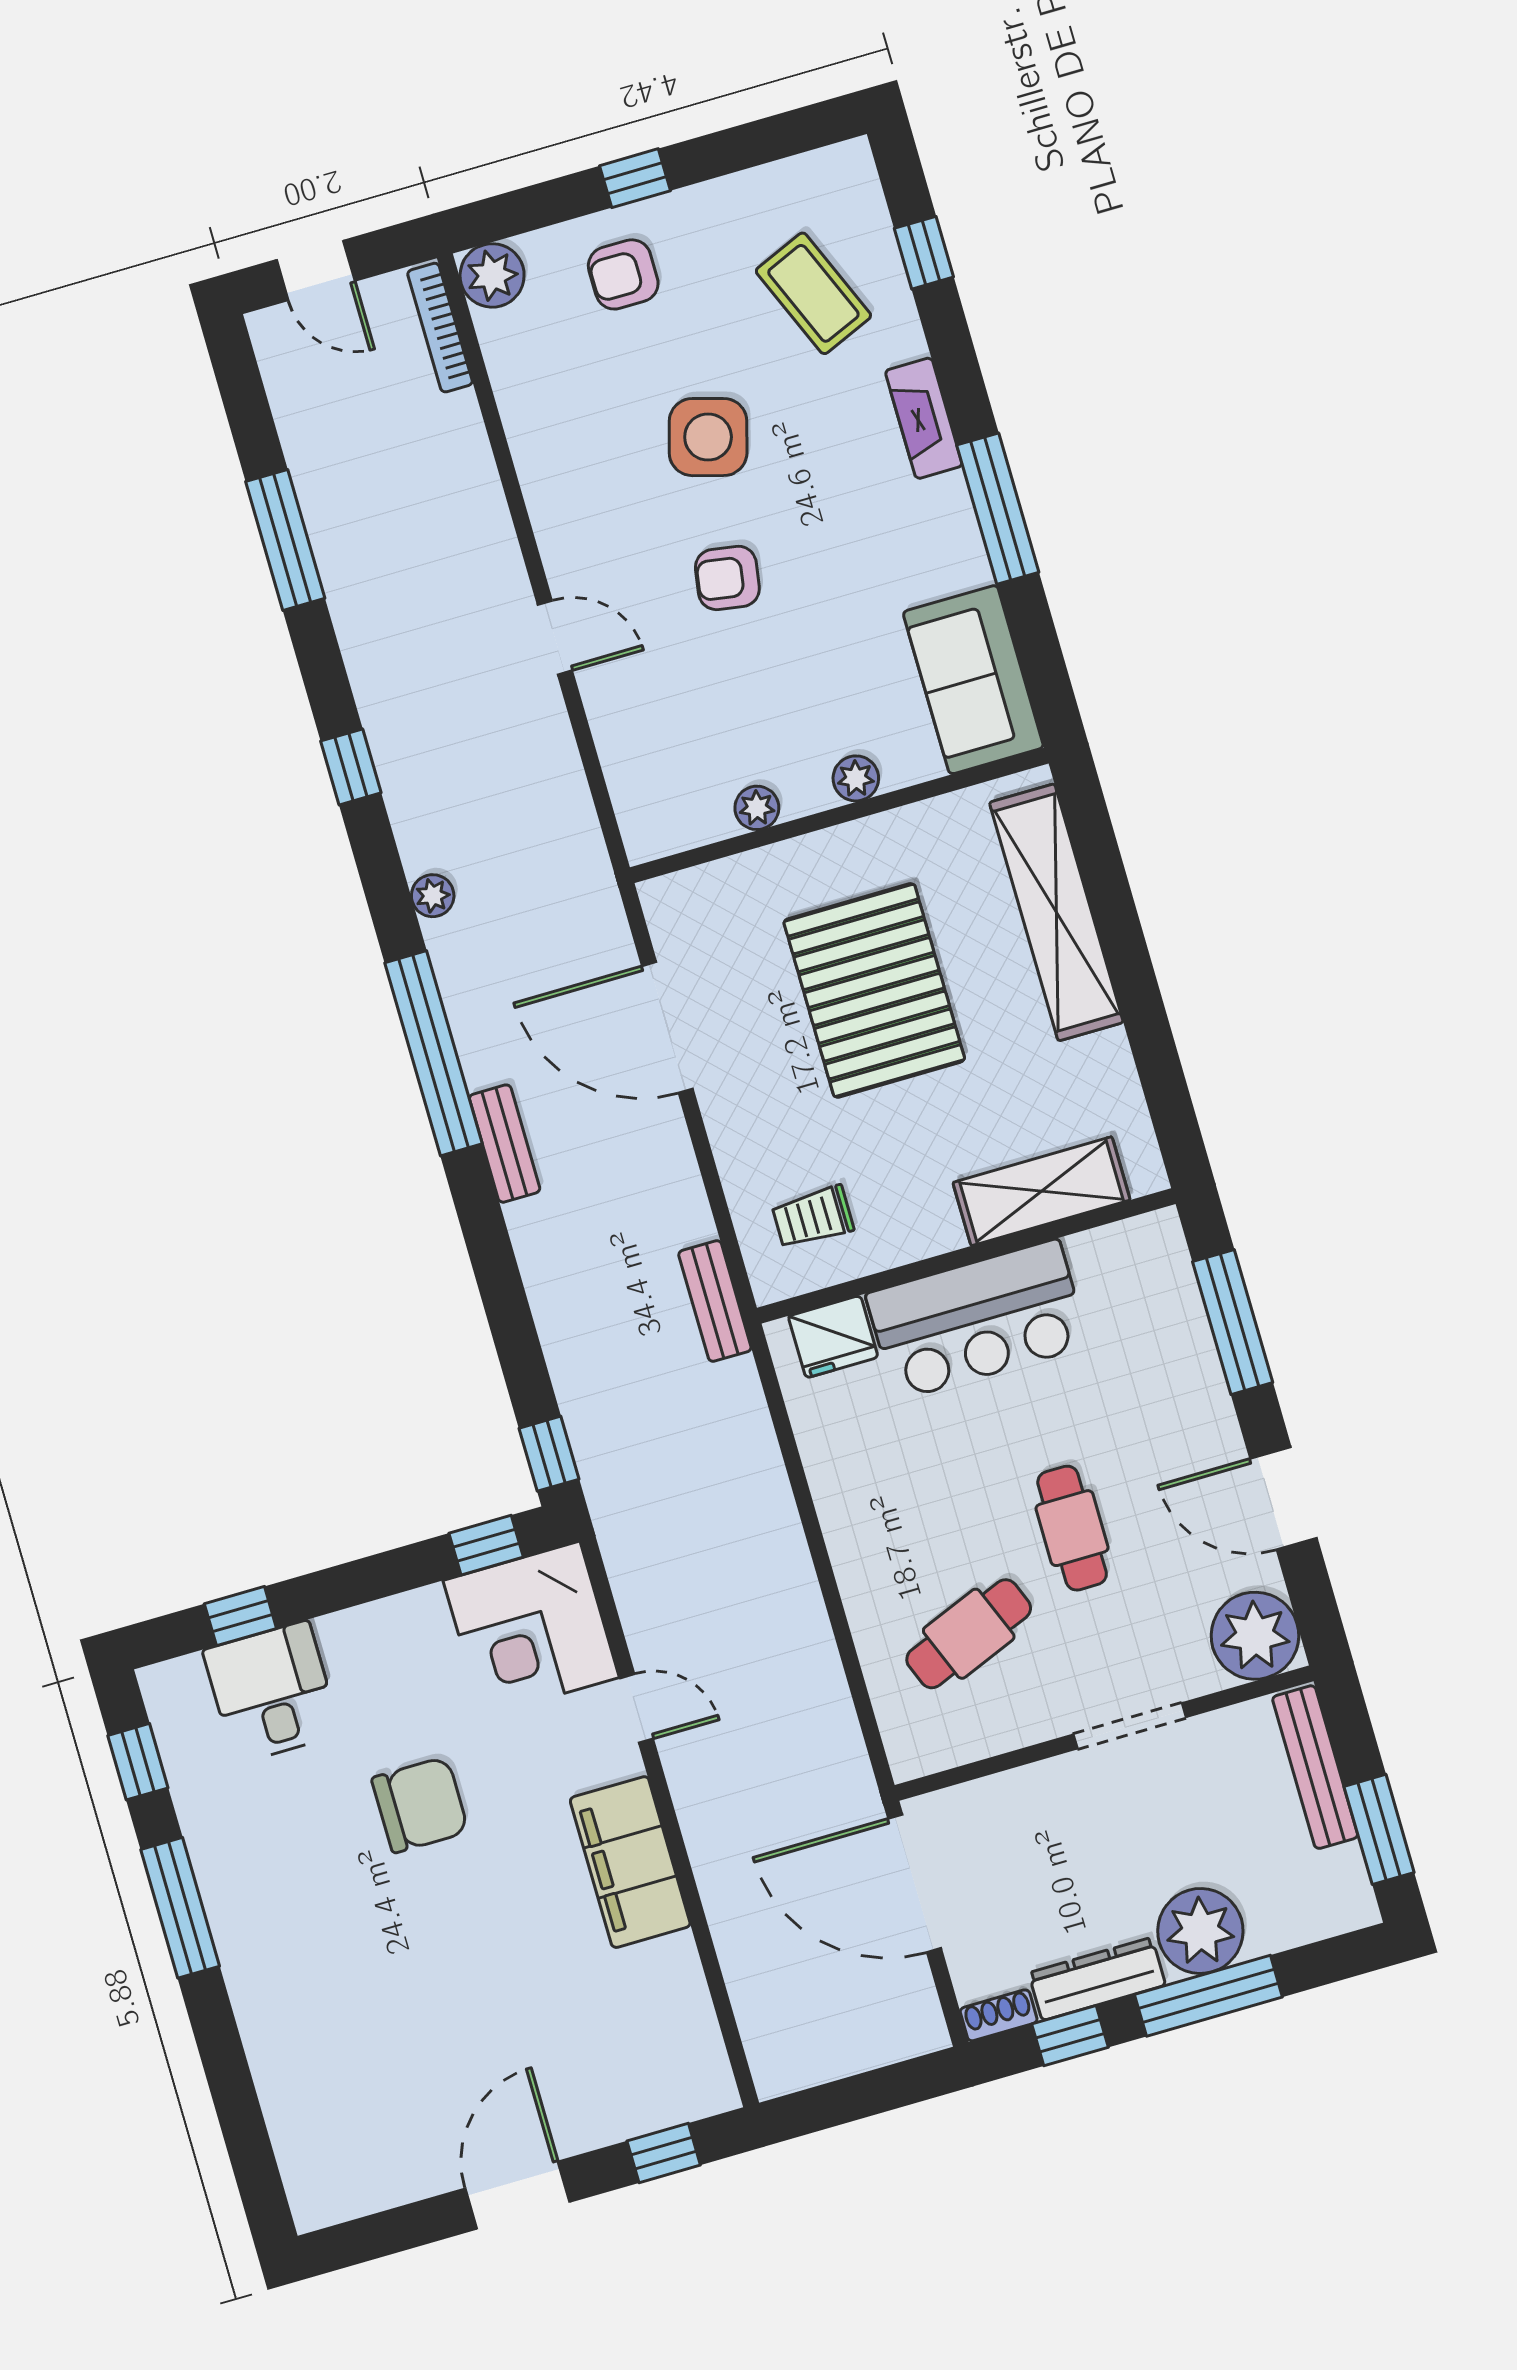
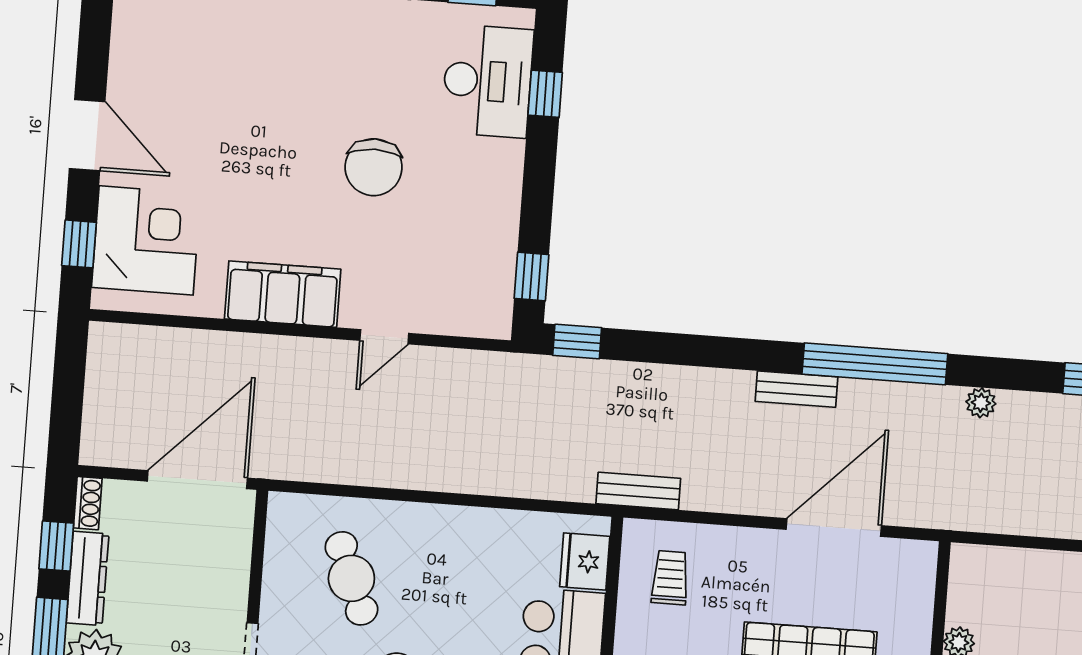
corner desk: (531, 1629) -> (146, 240), moved, turned 90
desk: (272, 1692) -> (487, 81), width x1.37

